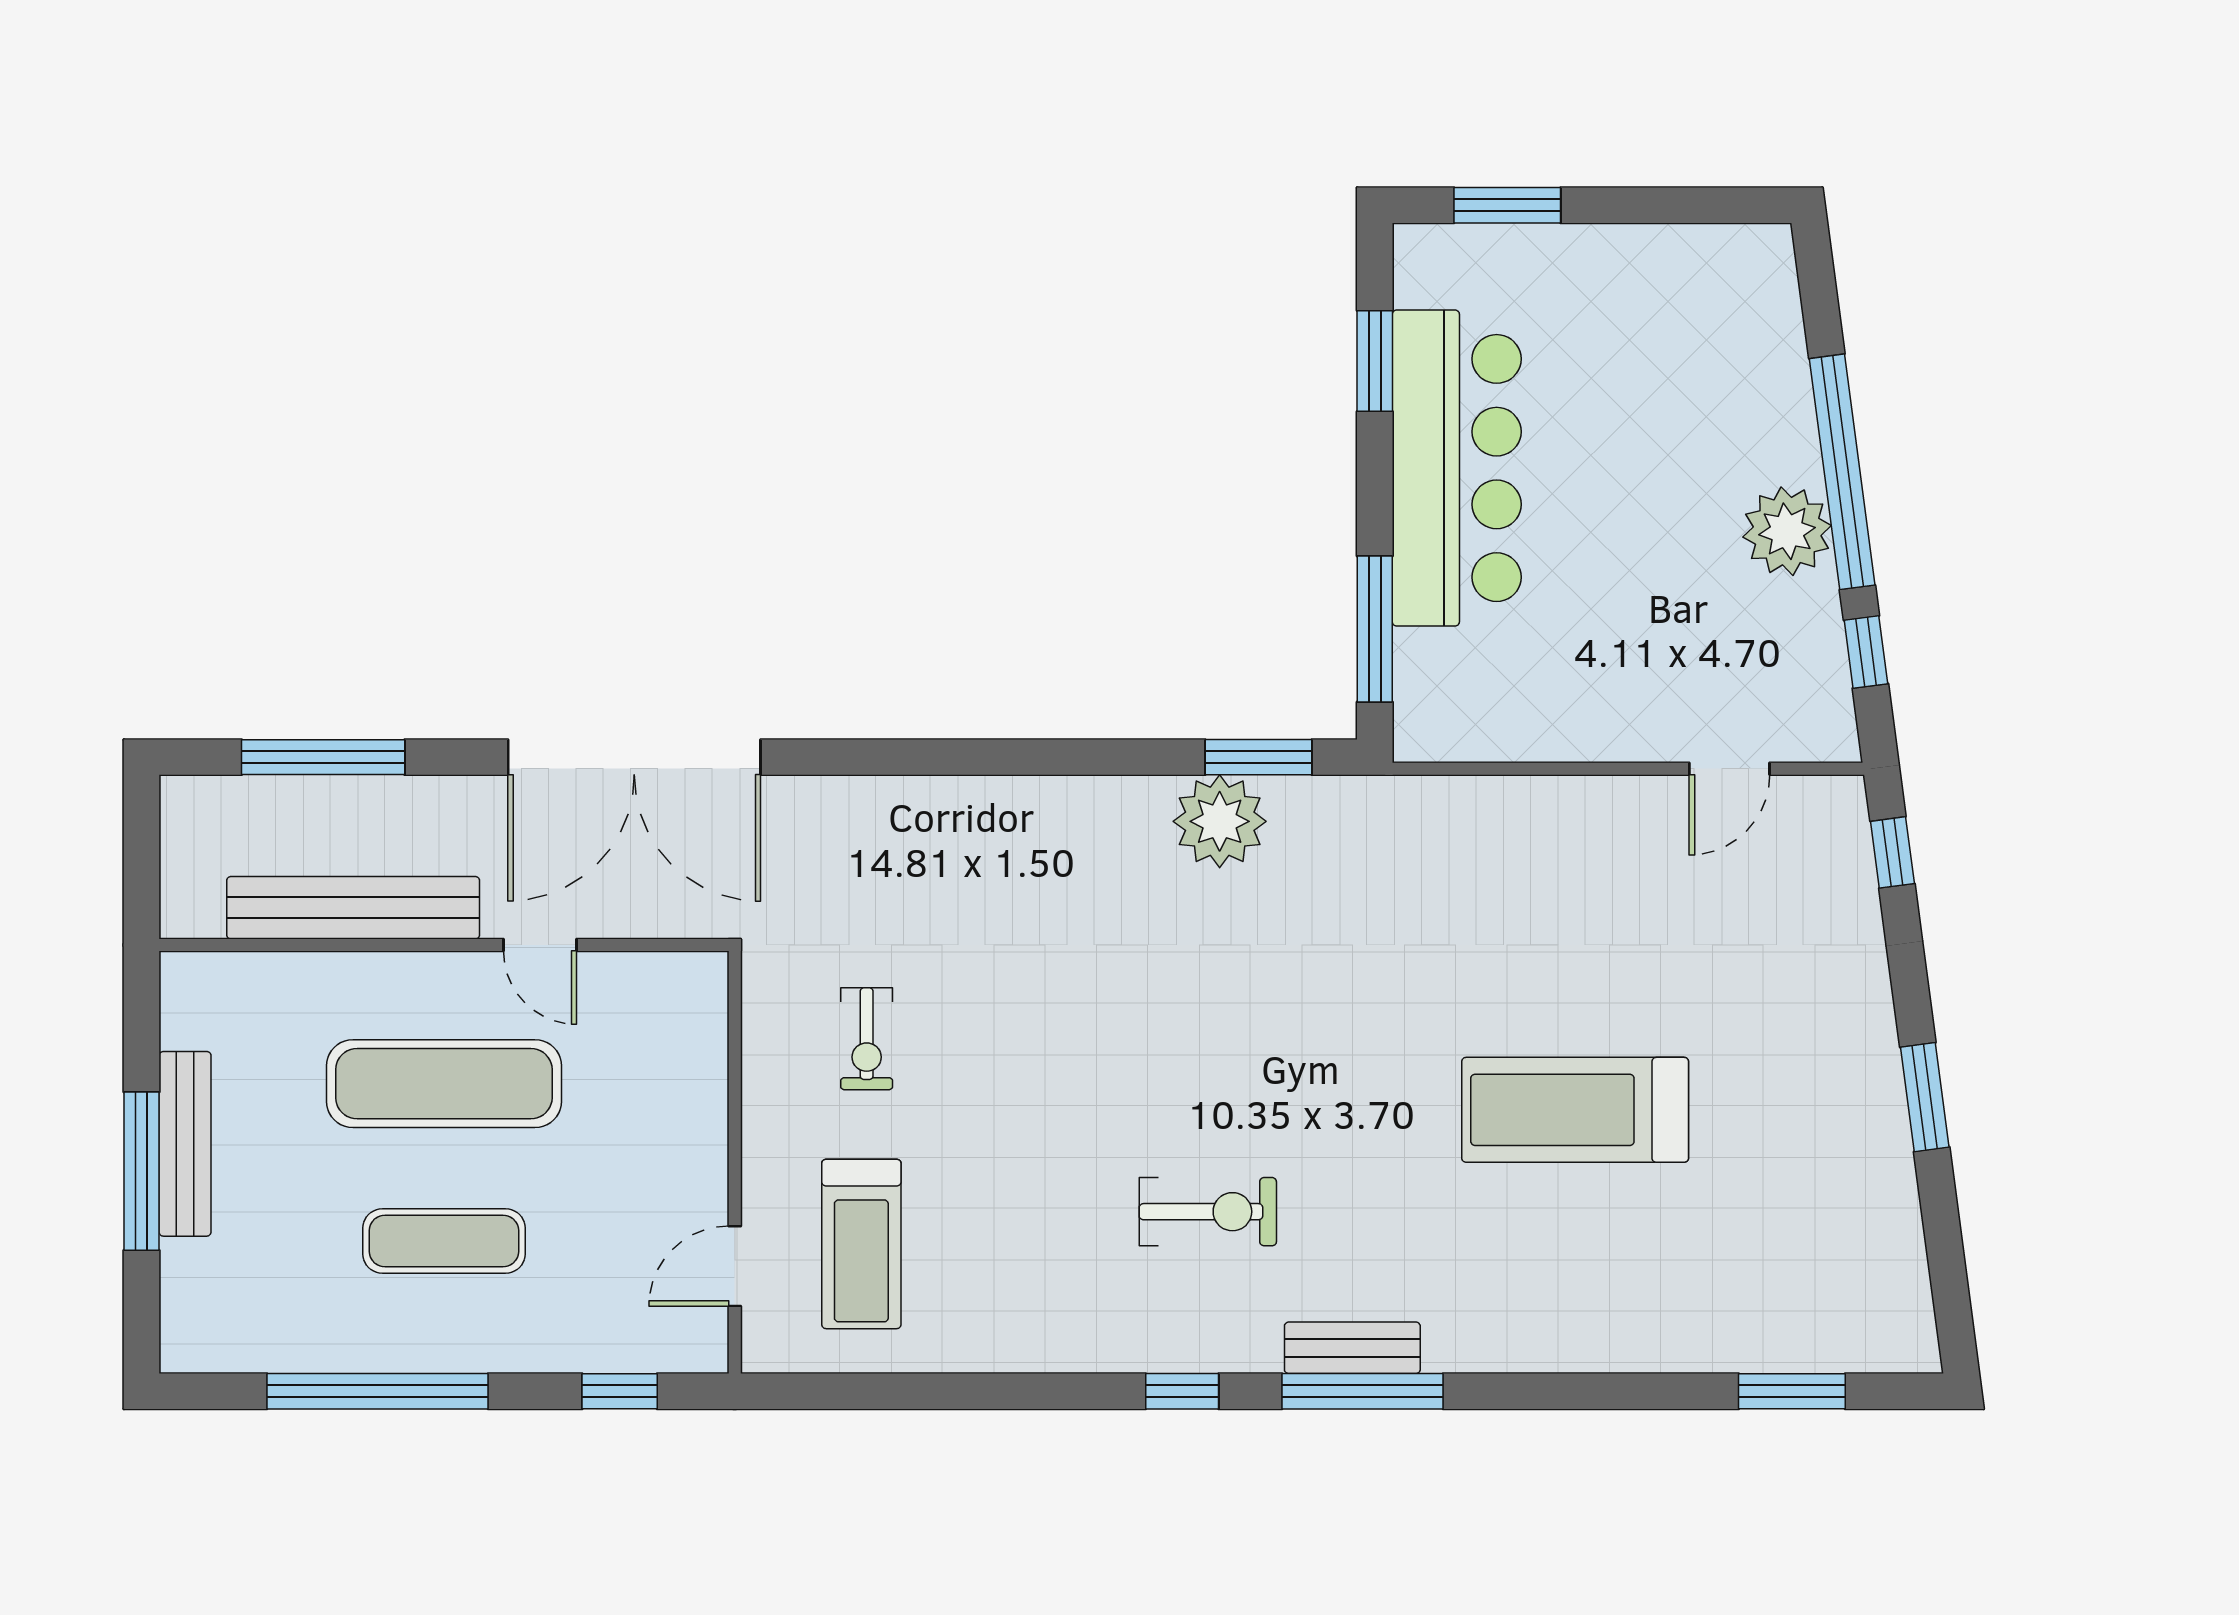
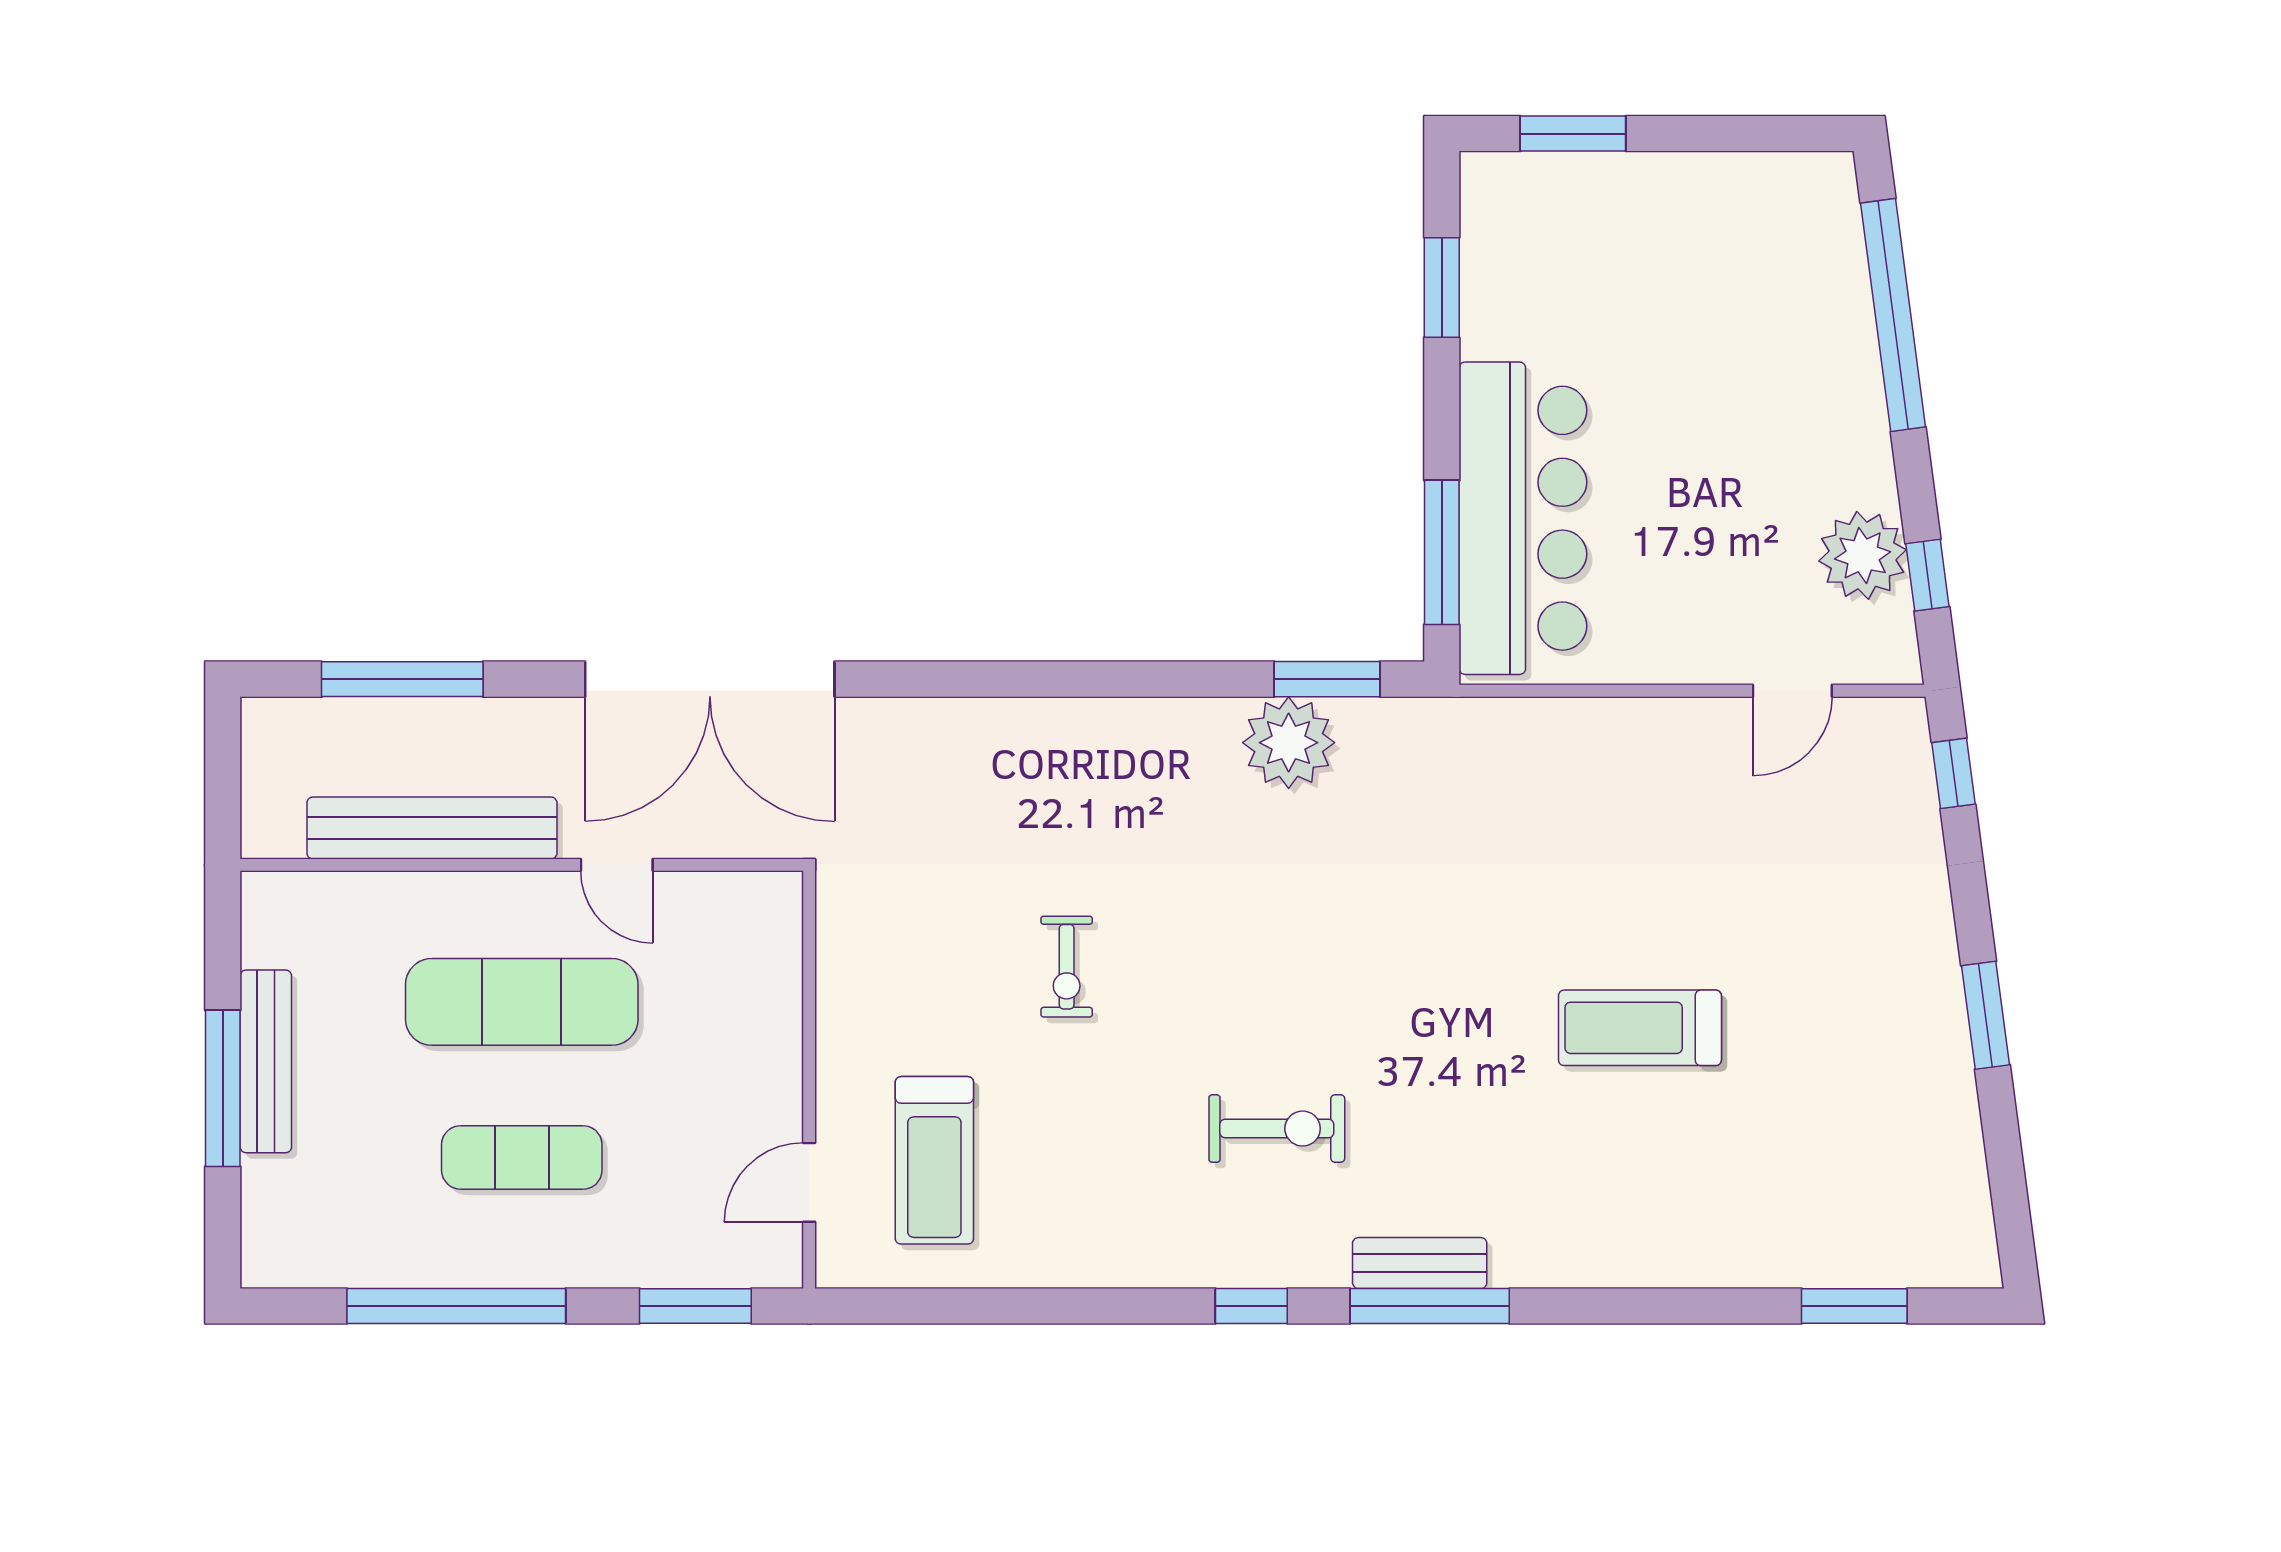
bar counter: (1457, 468) -> (1523, 518), moved
window: (1842, 472) -> (1893, 315), moved
plant: (1787, 531) -> (1863, 555), moved
exercise bike: (867, 1039) -> (1067, 967), moved
treadmill: (1575, 1110) -> (1640, 1028), width x0.73, depth x0.73
window: (620, 1391) -> (695, 1306), width x1.50

